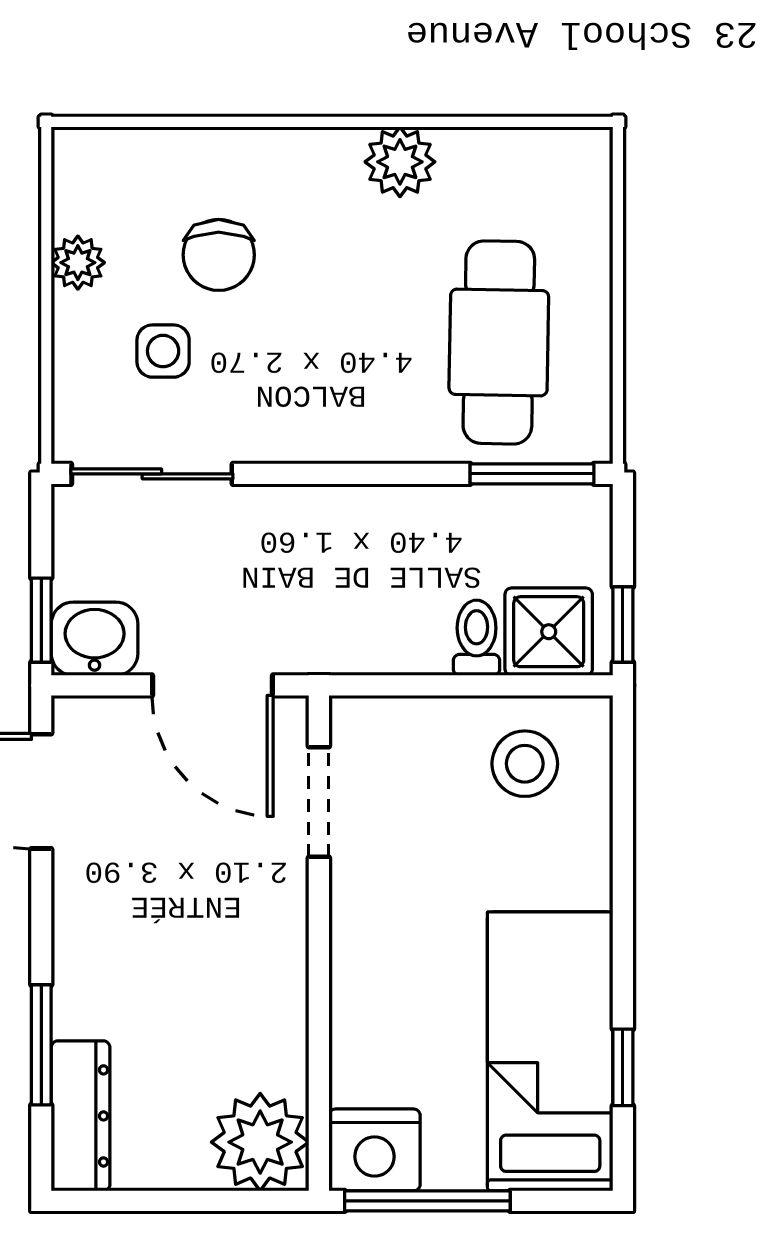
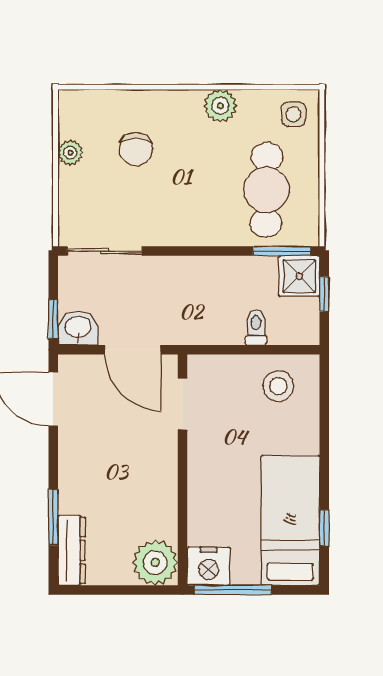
side table: (163, 351) -> (294, 114), moved
window: (623, 625) -> (324, 294), moved
shower: (549, 632) -> (299, 276), moved

